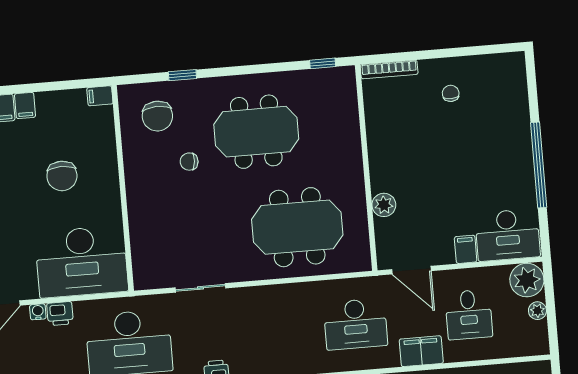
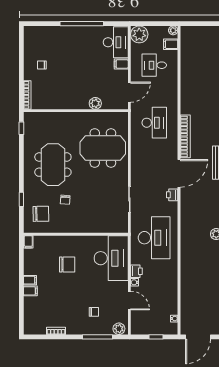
meeting table: (297, 227) -> (103, 148), turned 90
plant: (537, 311) -> (173, 30), moved
desk: (469, 315) -> (154, 65), turned 180
filing cabinet: (421, 351) -> (171, 44), moved, width x0.50

